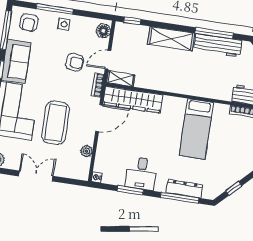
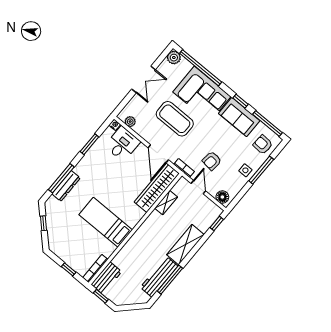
shelving: (121, 79) -> (166, 203), moved
plant: (86, 151) -> (130, 122), moved
desk: (141, 173) -> (122, 144), moved, turned 90

